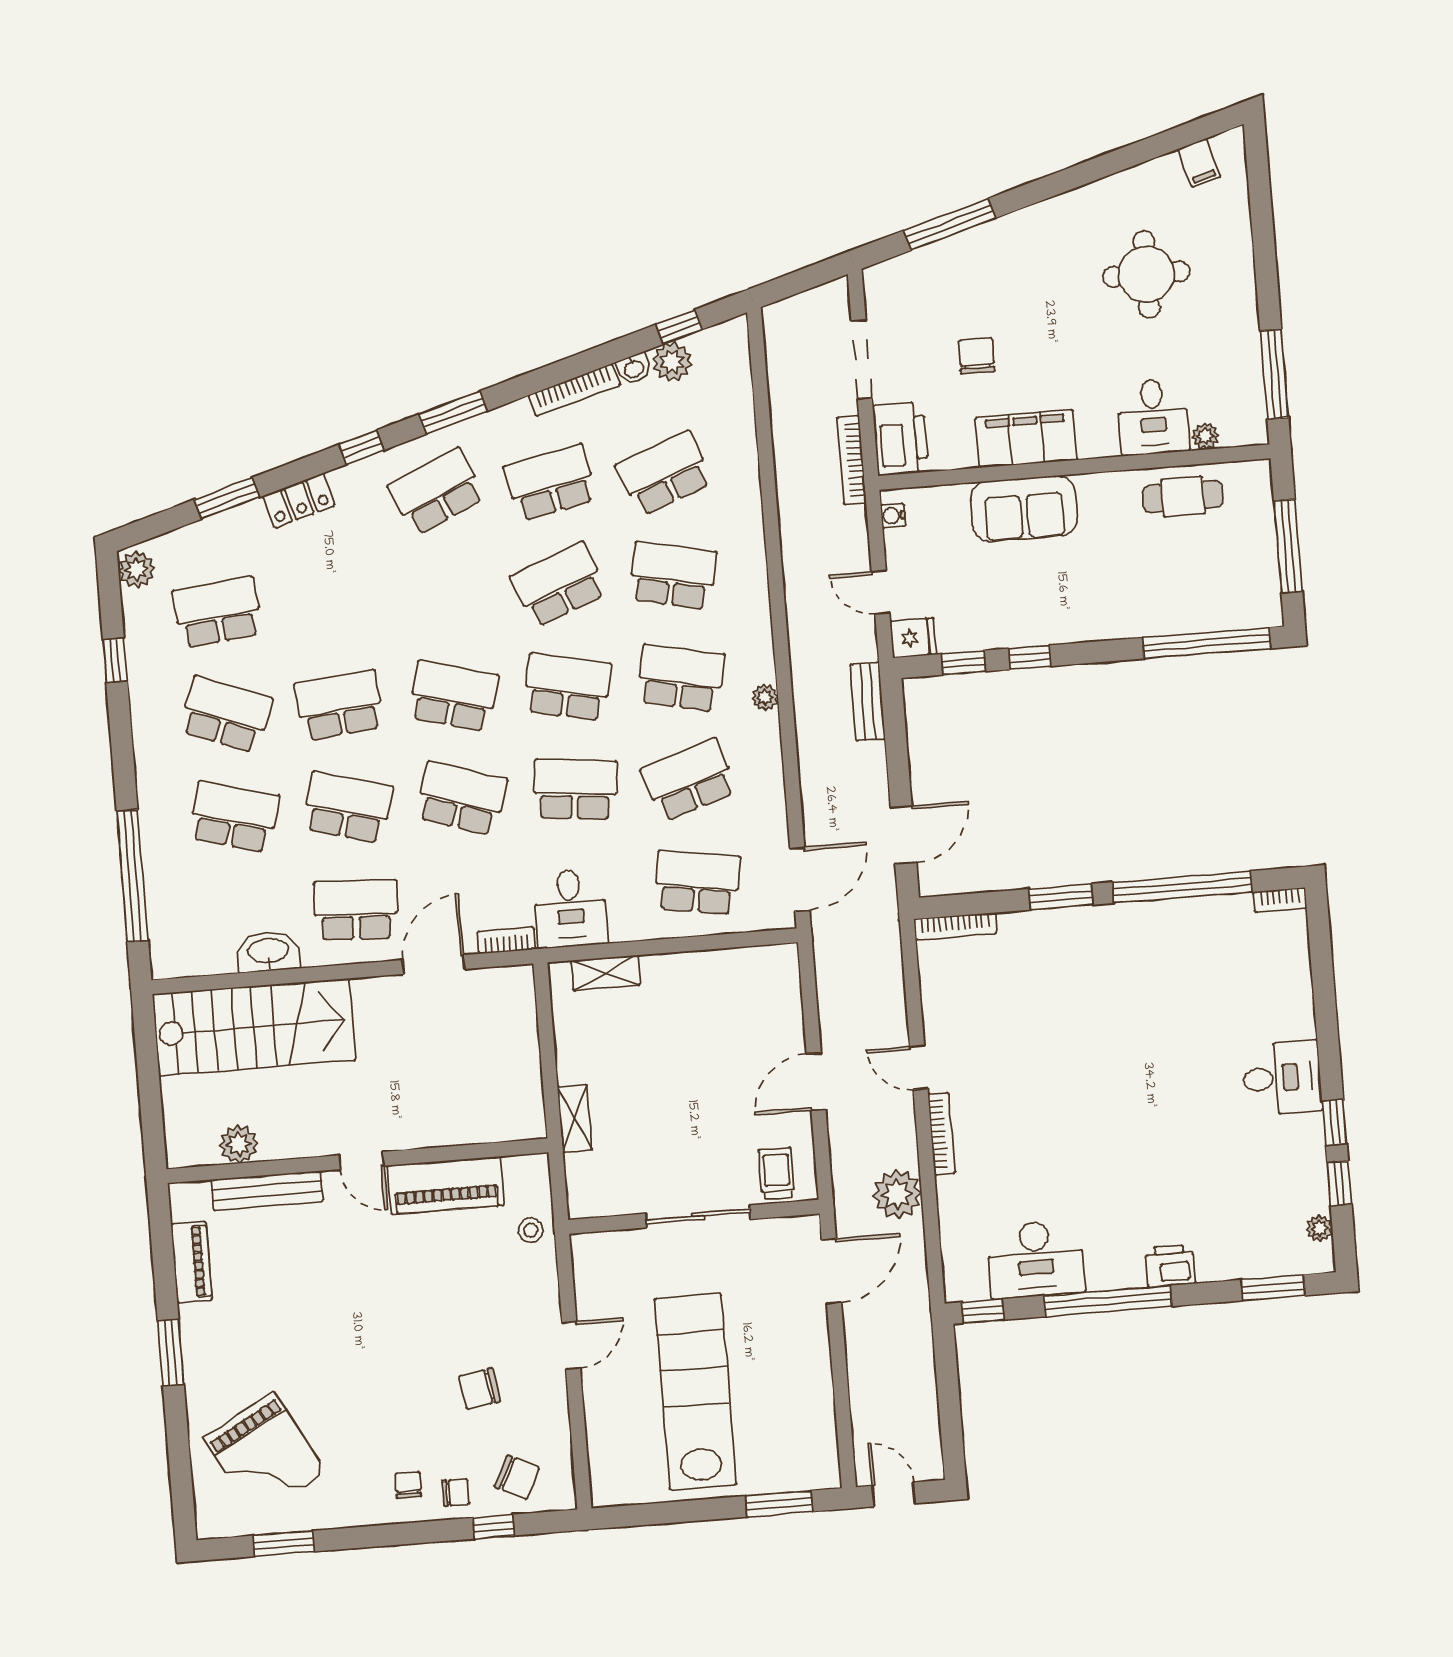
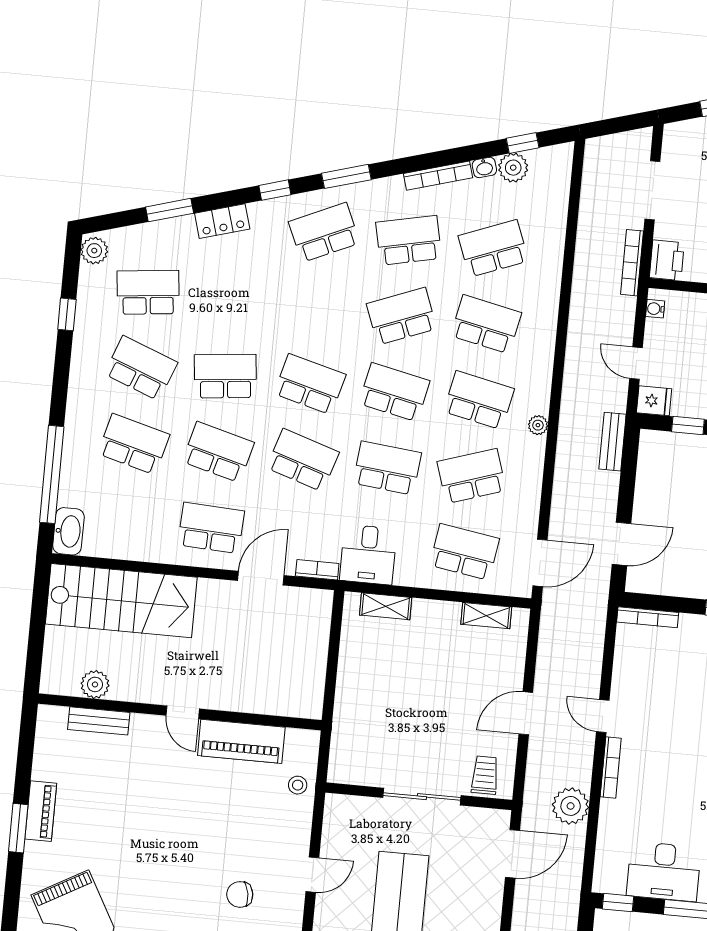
printer: (900, 439) -> (667, 260), width x0.73, depth x0.84
washbasin: (268, 952) -> (68, 531), moved, turned 90
shelving: (575, 1119) -> (486, 616), moved, turned 90
bench: (267, 1191) -> (99, 721), width x0.73
piano: (192, 1262) -> (41, 811), moved

